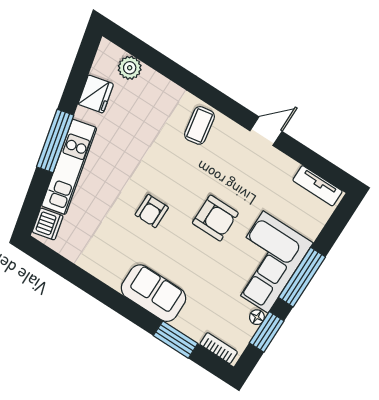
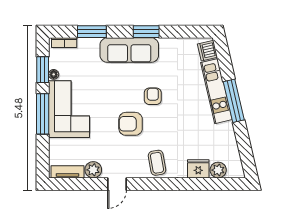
fridge: (96, 94) -> (198, 169), moved, turned 103
plant: (284, 168) -> (93, 170), added
armchair: (215, 218) -> (131, 124), moved
sofa: (154, 293) -> (129, 50), width x1.36
window: (109, 296) -> (146, 32), added

